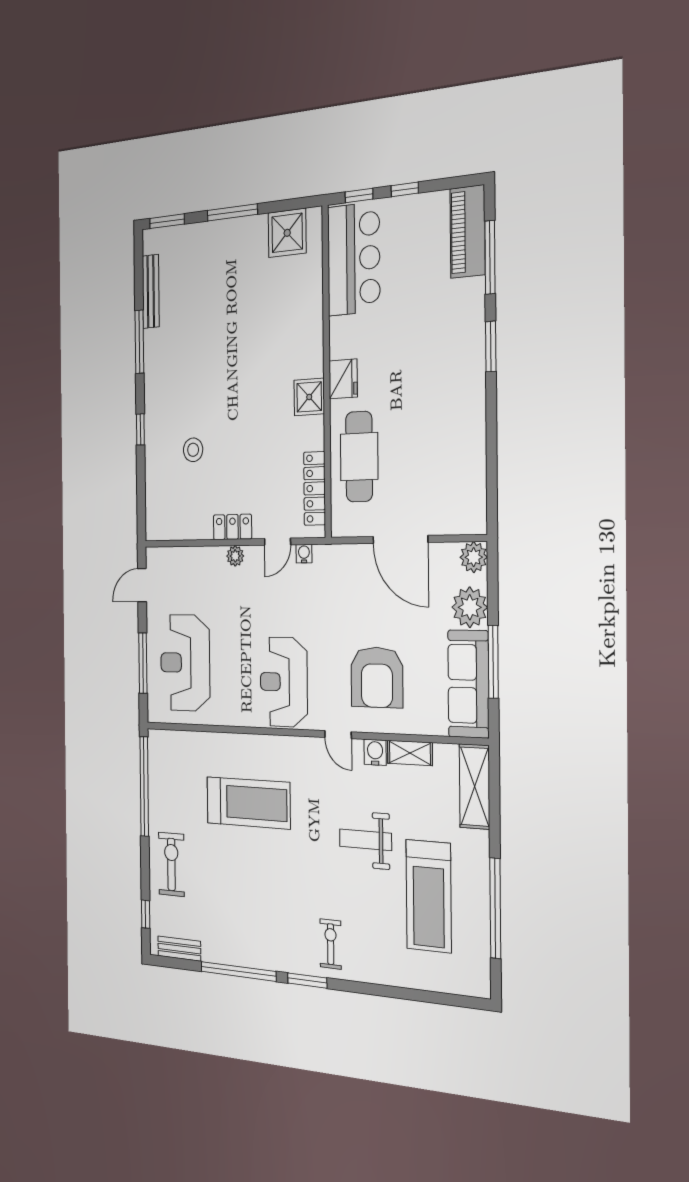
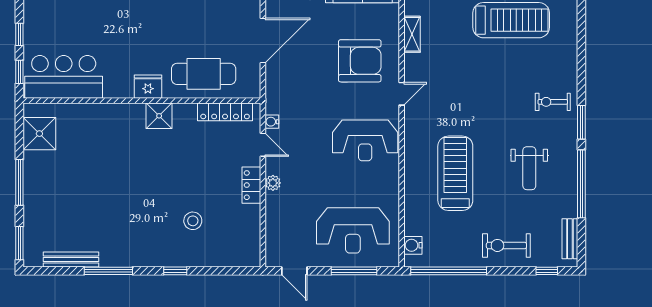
water cooler: (375, 752) -> (413, 245), moved
weight bench: (365, 840) -> (529, 168), moved

